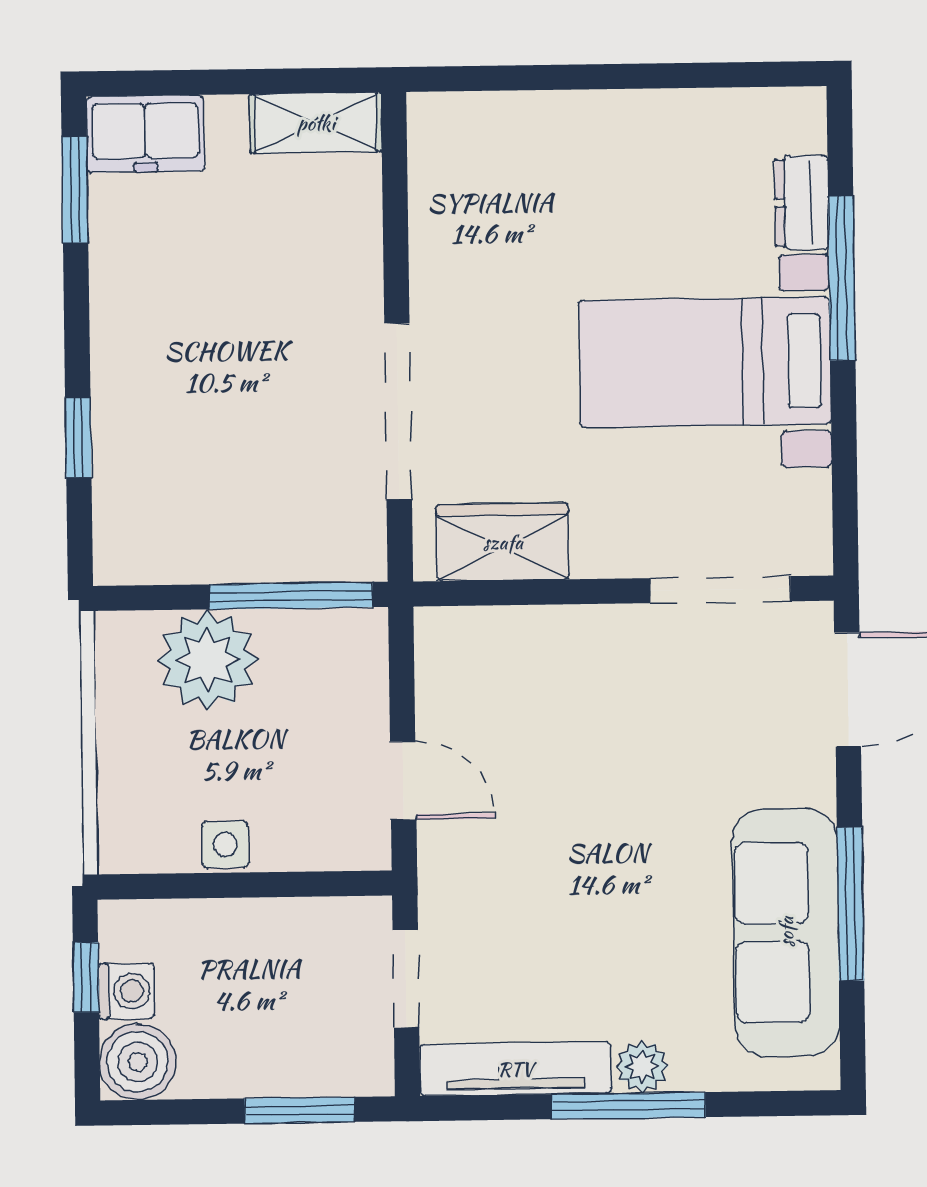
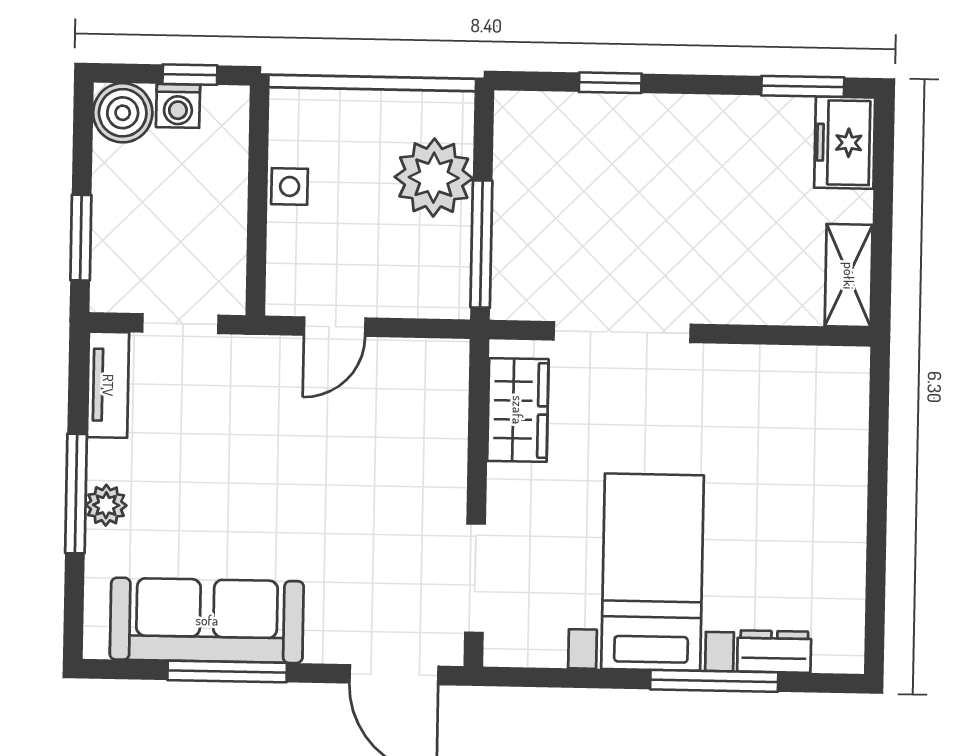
tv unit: (515, 1069) -> (108, 385), width x0.71

